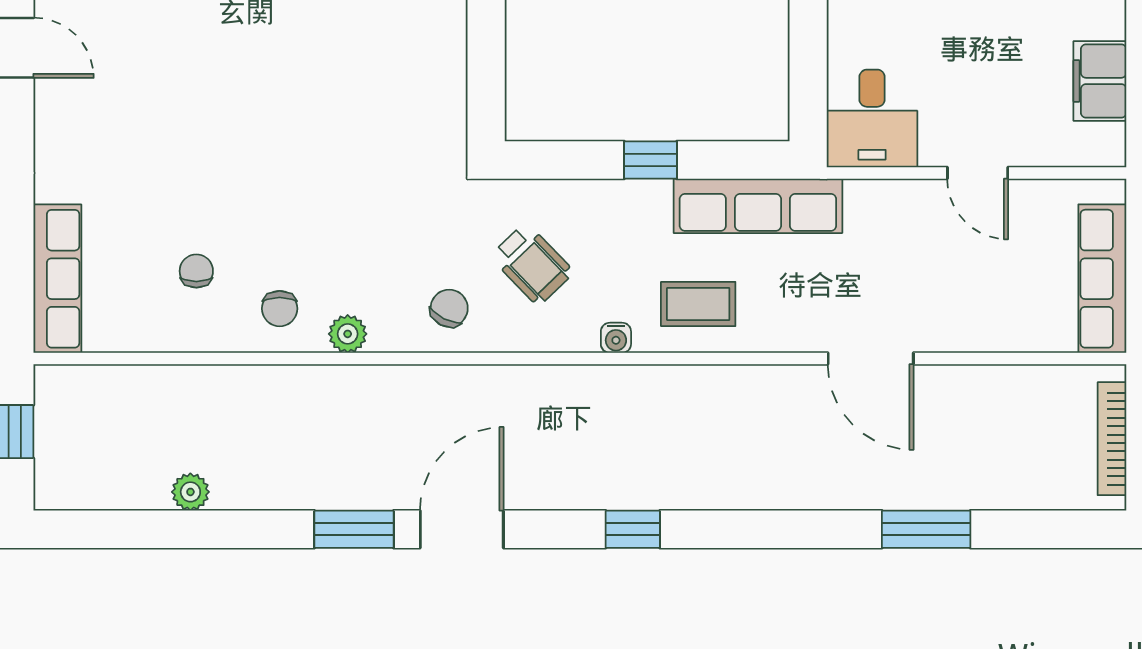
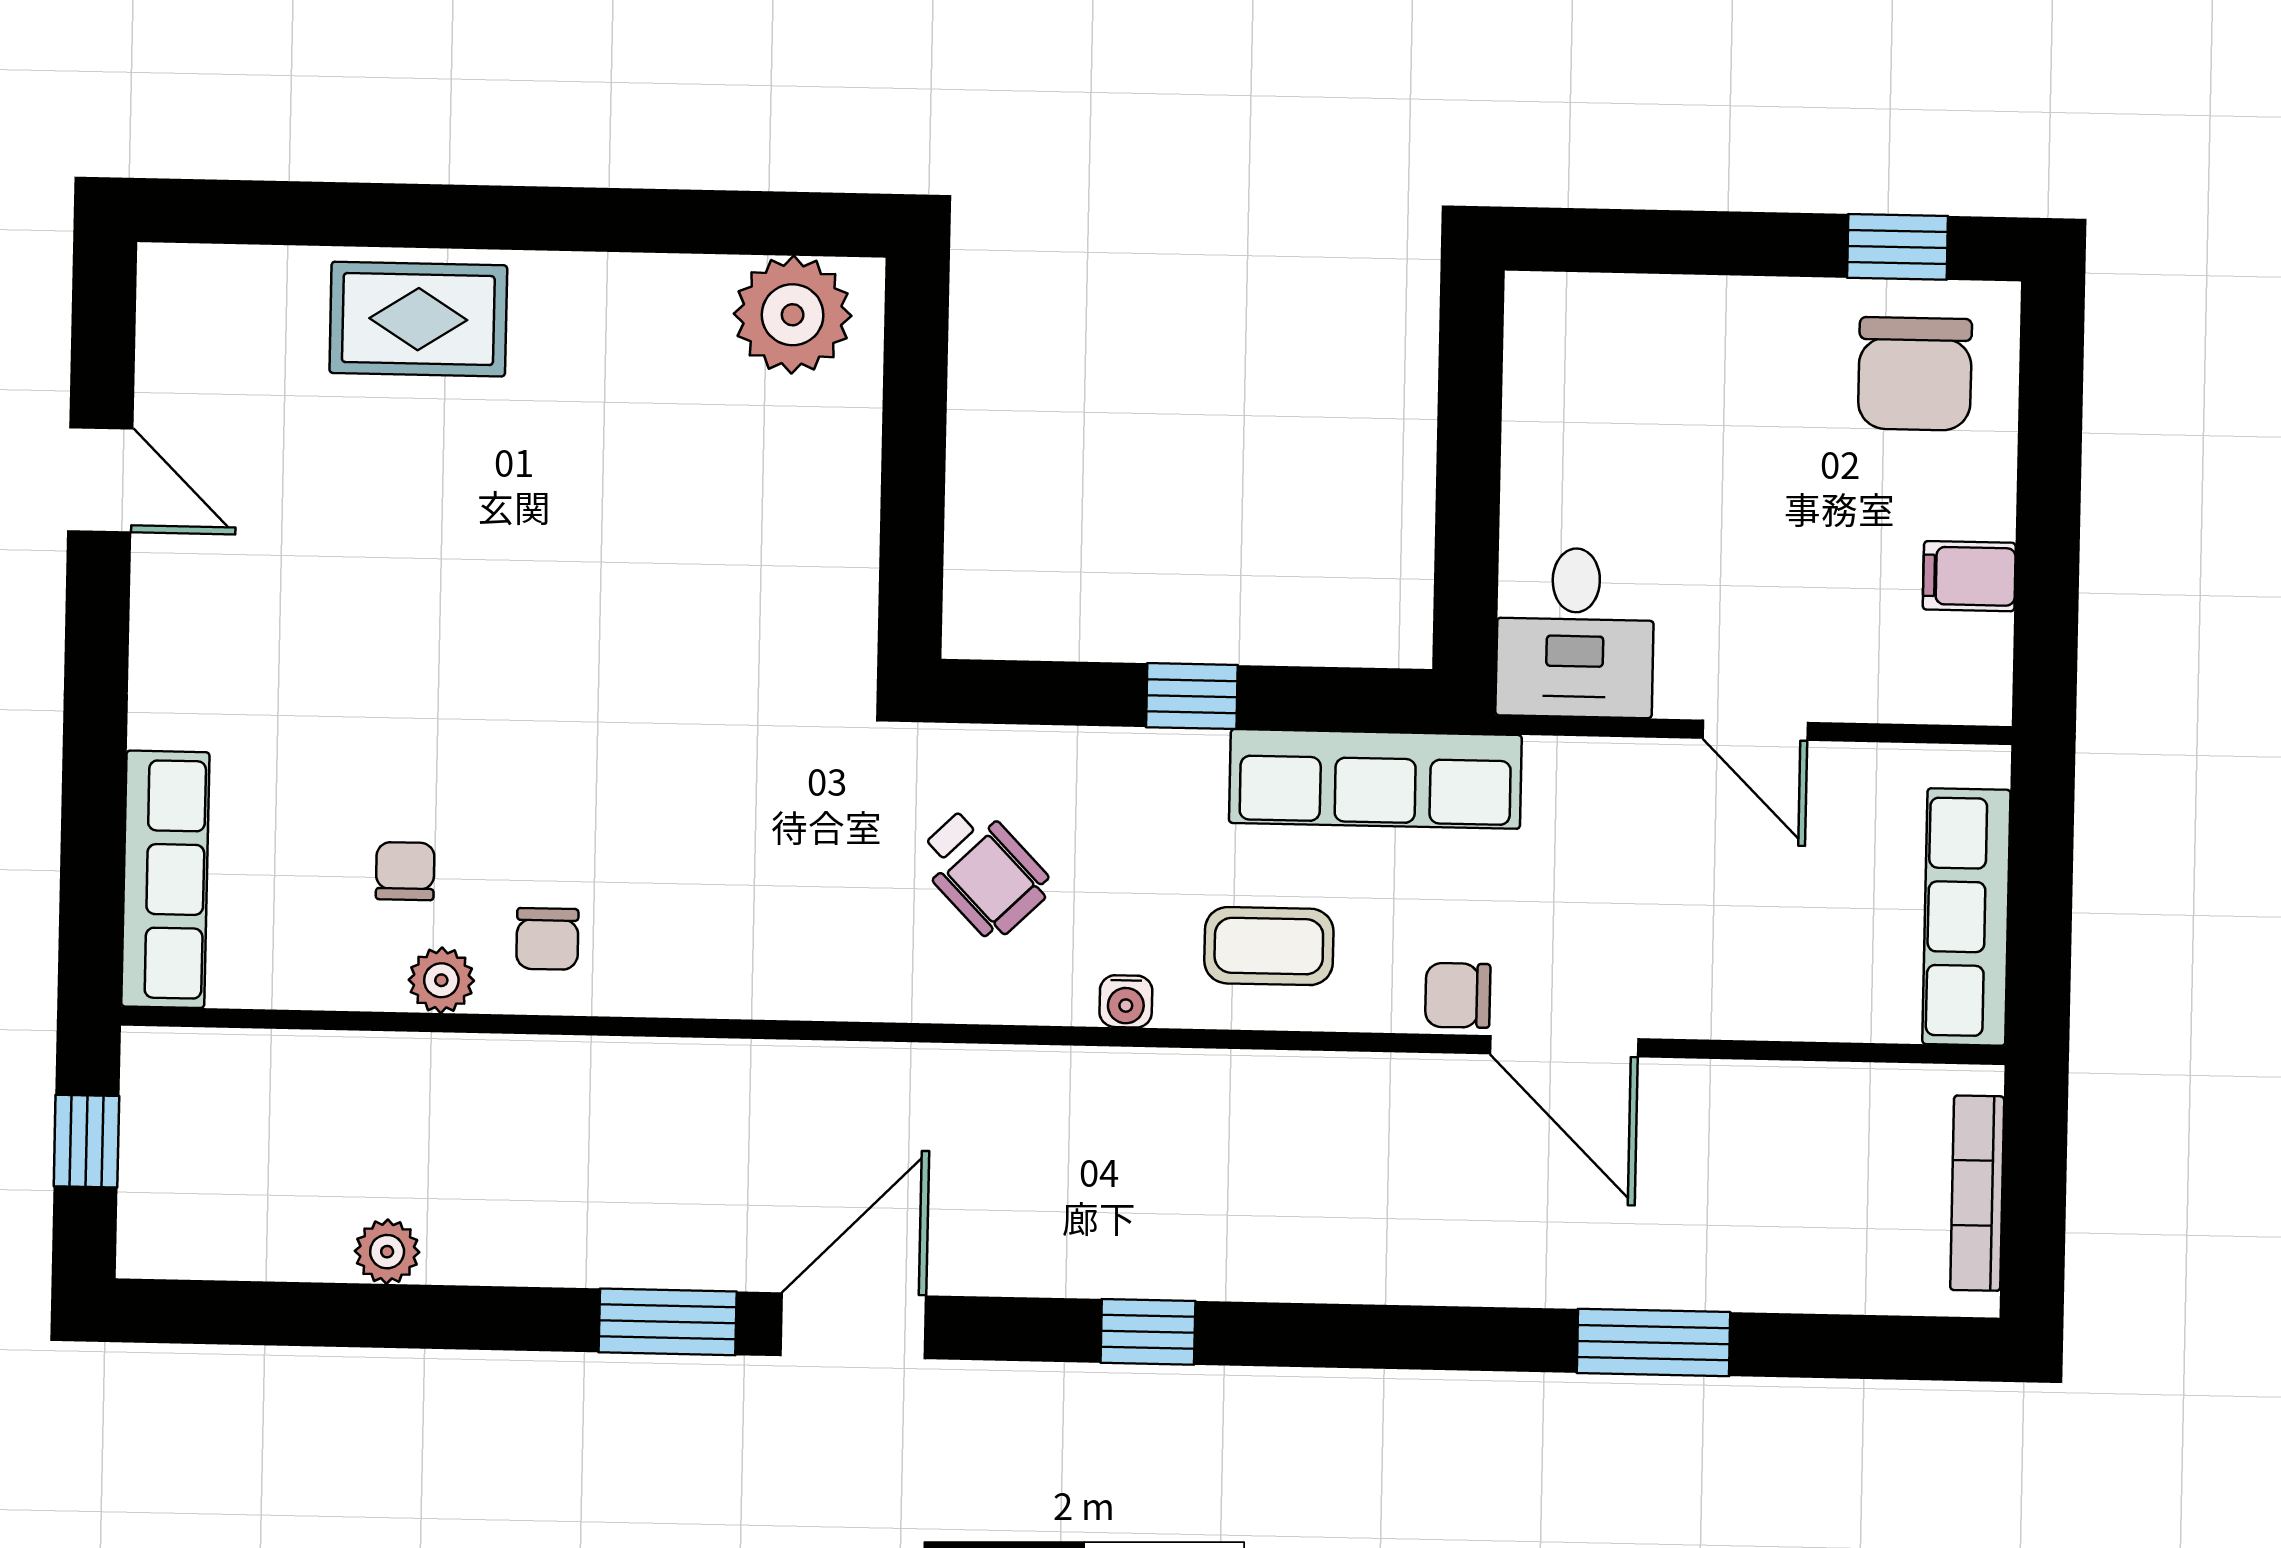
filing cabinet: (1100, 81) -> (1969, 576), width x0.50
chair: (449, 308) -> (1458, 995), moved, turned -117
plant: (348, 334) -> (441, 980), moved

